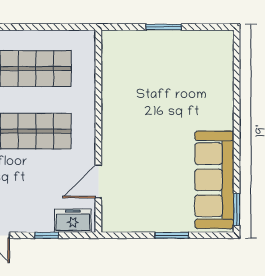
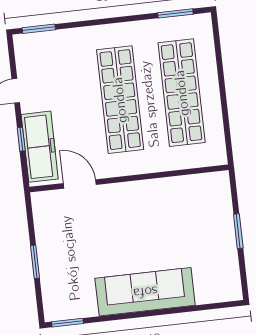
sofa: (214, 180) -> (145, 292), moved
freezer: (73, 221) -> (40, 147), width x1.91, depth x1.26

